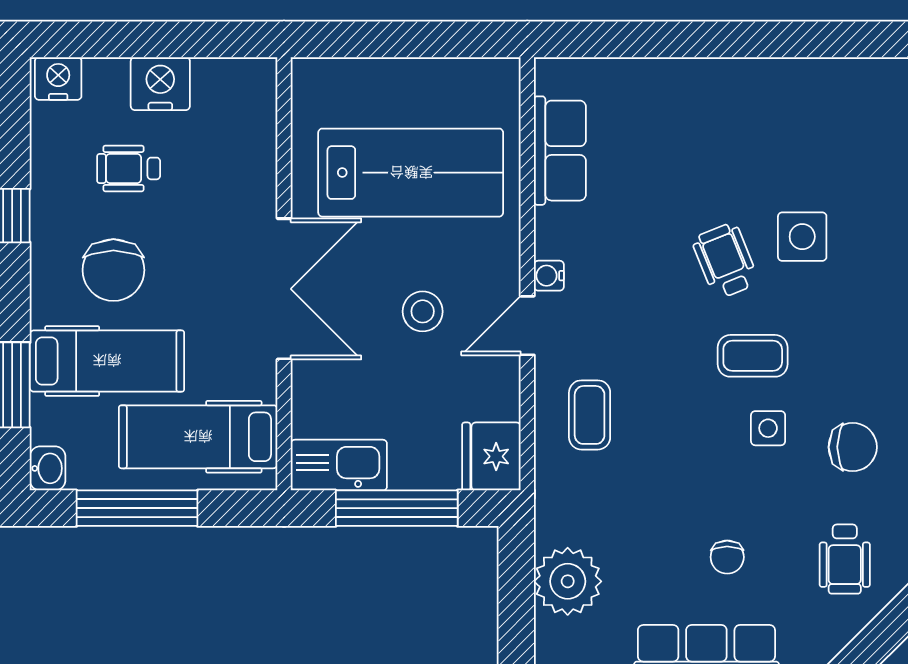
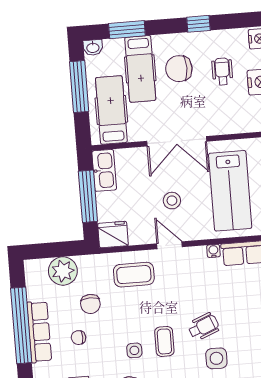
water cooler: (549, 276) -> (213, 251), moved
coffee table: (590, 415) -> (134, 275), width x1.36, depth x1.30
chair: (650, 523) -> (90, 304), added

